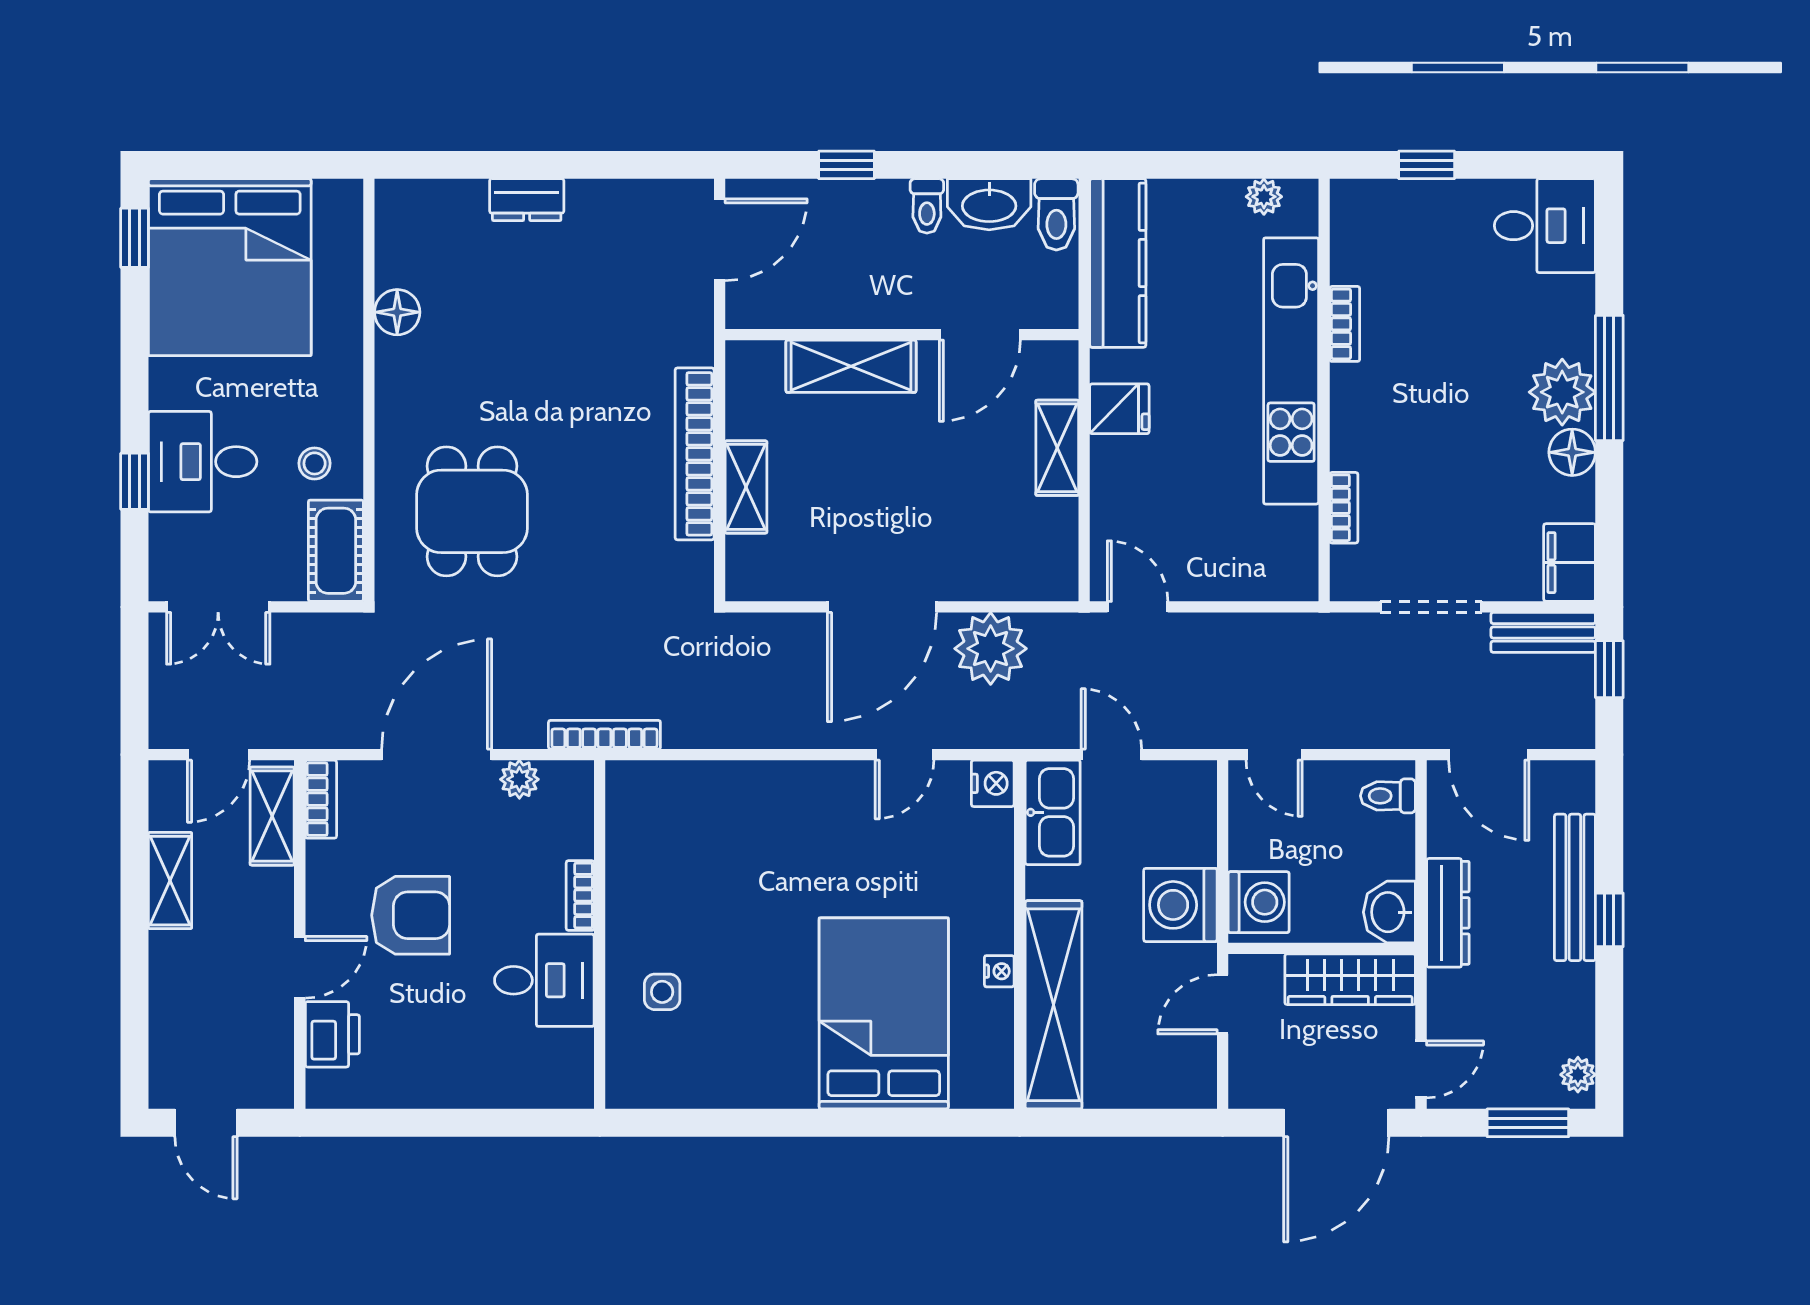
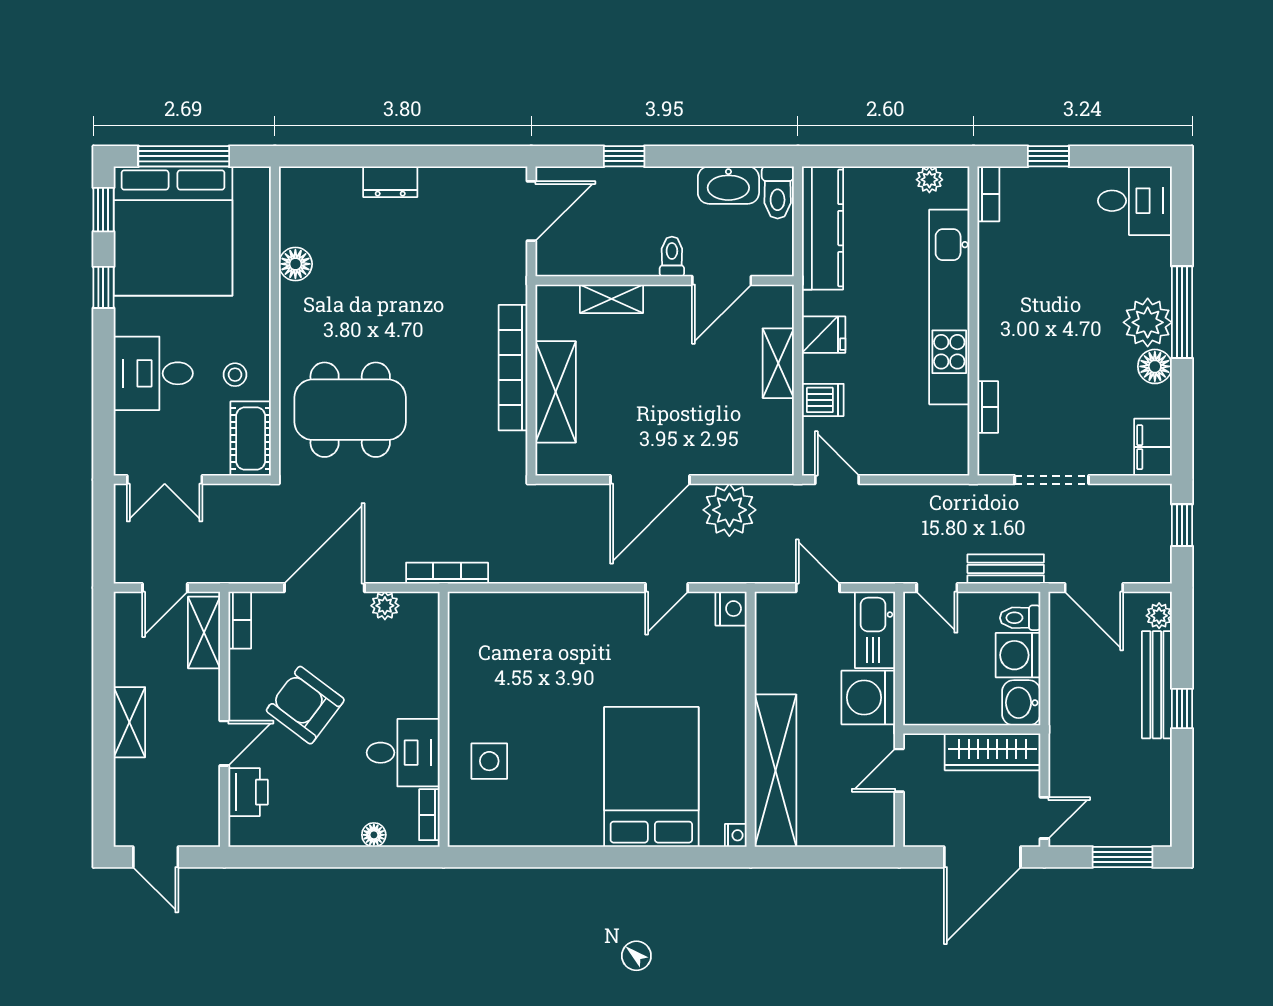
window: (244, 165) -> (184, 156), added
toilet: (927, 206) -> (672, 257), moved, turned 180
bookcase: (1345, 324) -> (988, 194), moved
shelving: (851, 366) -> (612, 299), width x0.67, depth x0.75
window: (135, 481) -> (103, 287), moved
shelving: (746, 487) -> (556, 392), width x1.50, depth x1.33
dishwasher: (1118, 498) -> (823, 400), added
dining table: (472, 511) -> (350, 410), width x1.37
bench: (1543, 632) -> (1006, 569), moved
kitchen sink: (1053, 812) -> (875, 630), moved, turned 180
shelving: (170, 881) -> (129, 722), moved
bookcase: (580, 896) -> (429, 815), moved
washing machine: (1259, 902) -> (1018, 655), moved, turned 180
dresser: (1448, 913) -> (1064, 703), removed
armchair: (411, 915) -> (305, 705), turned -143
nightstand: (999, 971) -> (736, 835), moved
side table: (662, 992) -> (489, 761), width x1.37, depth x1.37
plant: (1578, 1075) -> (1159, 616), moved
floor lamp: (504, 1093) -> (374, 835), added

